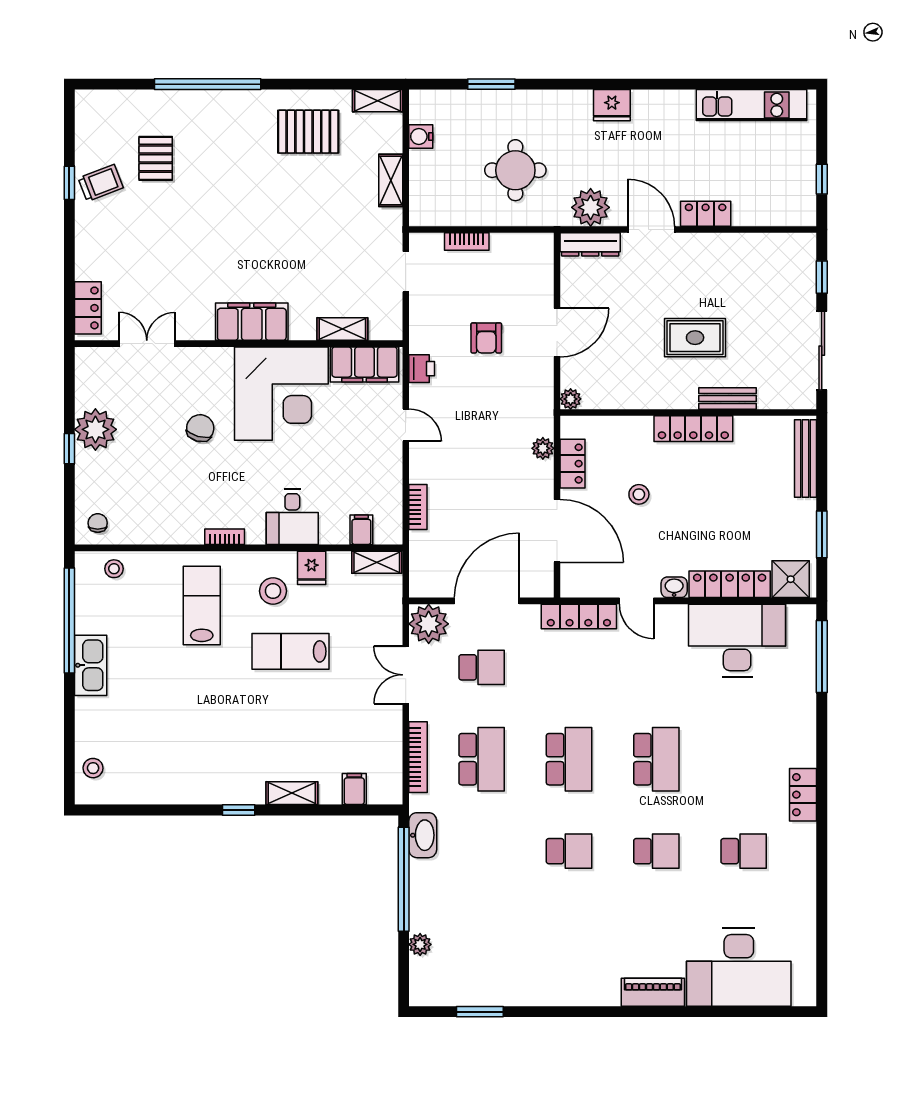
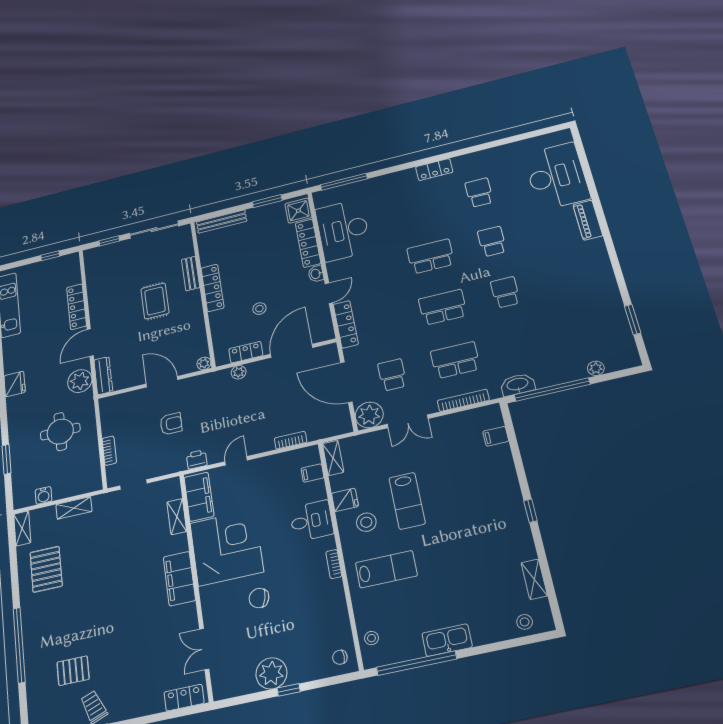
locker: (706, 214) -> (76, 307), width x1.53
lab bench: (202, 605) -> (386, 569), turned 180
shelving: (292, 793) -> (534, 579), moved

